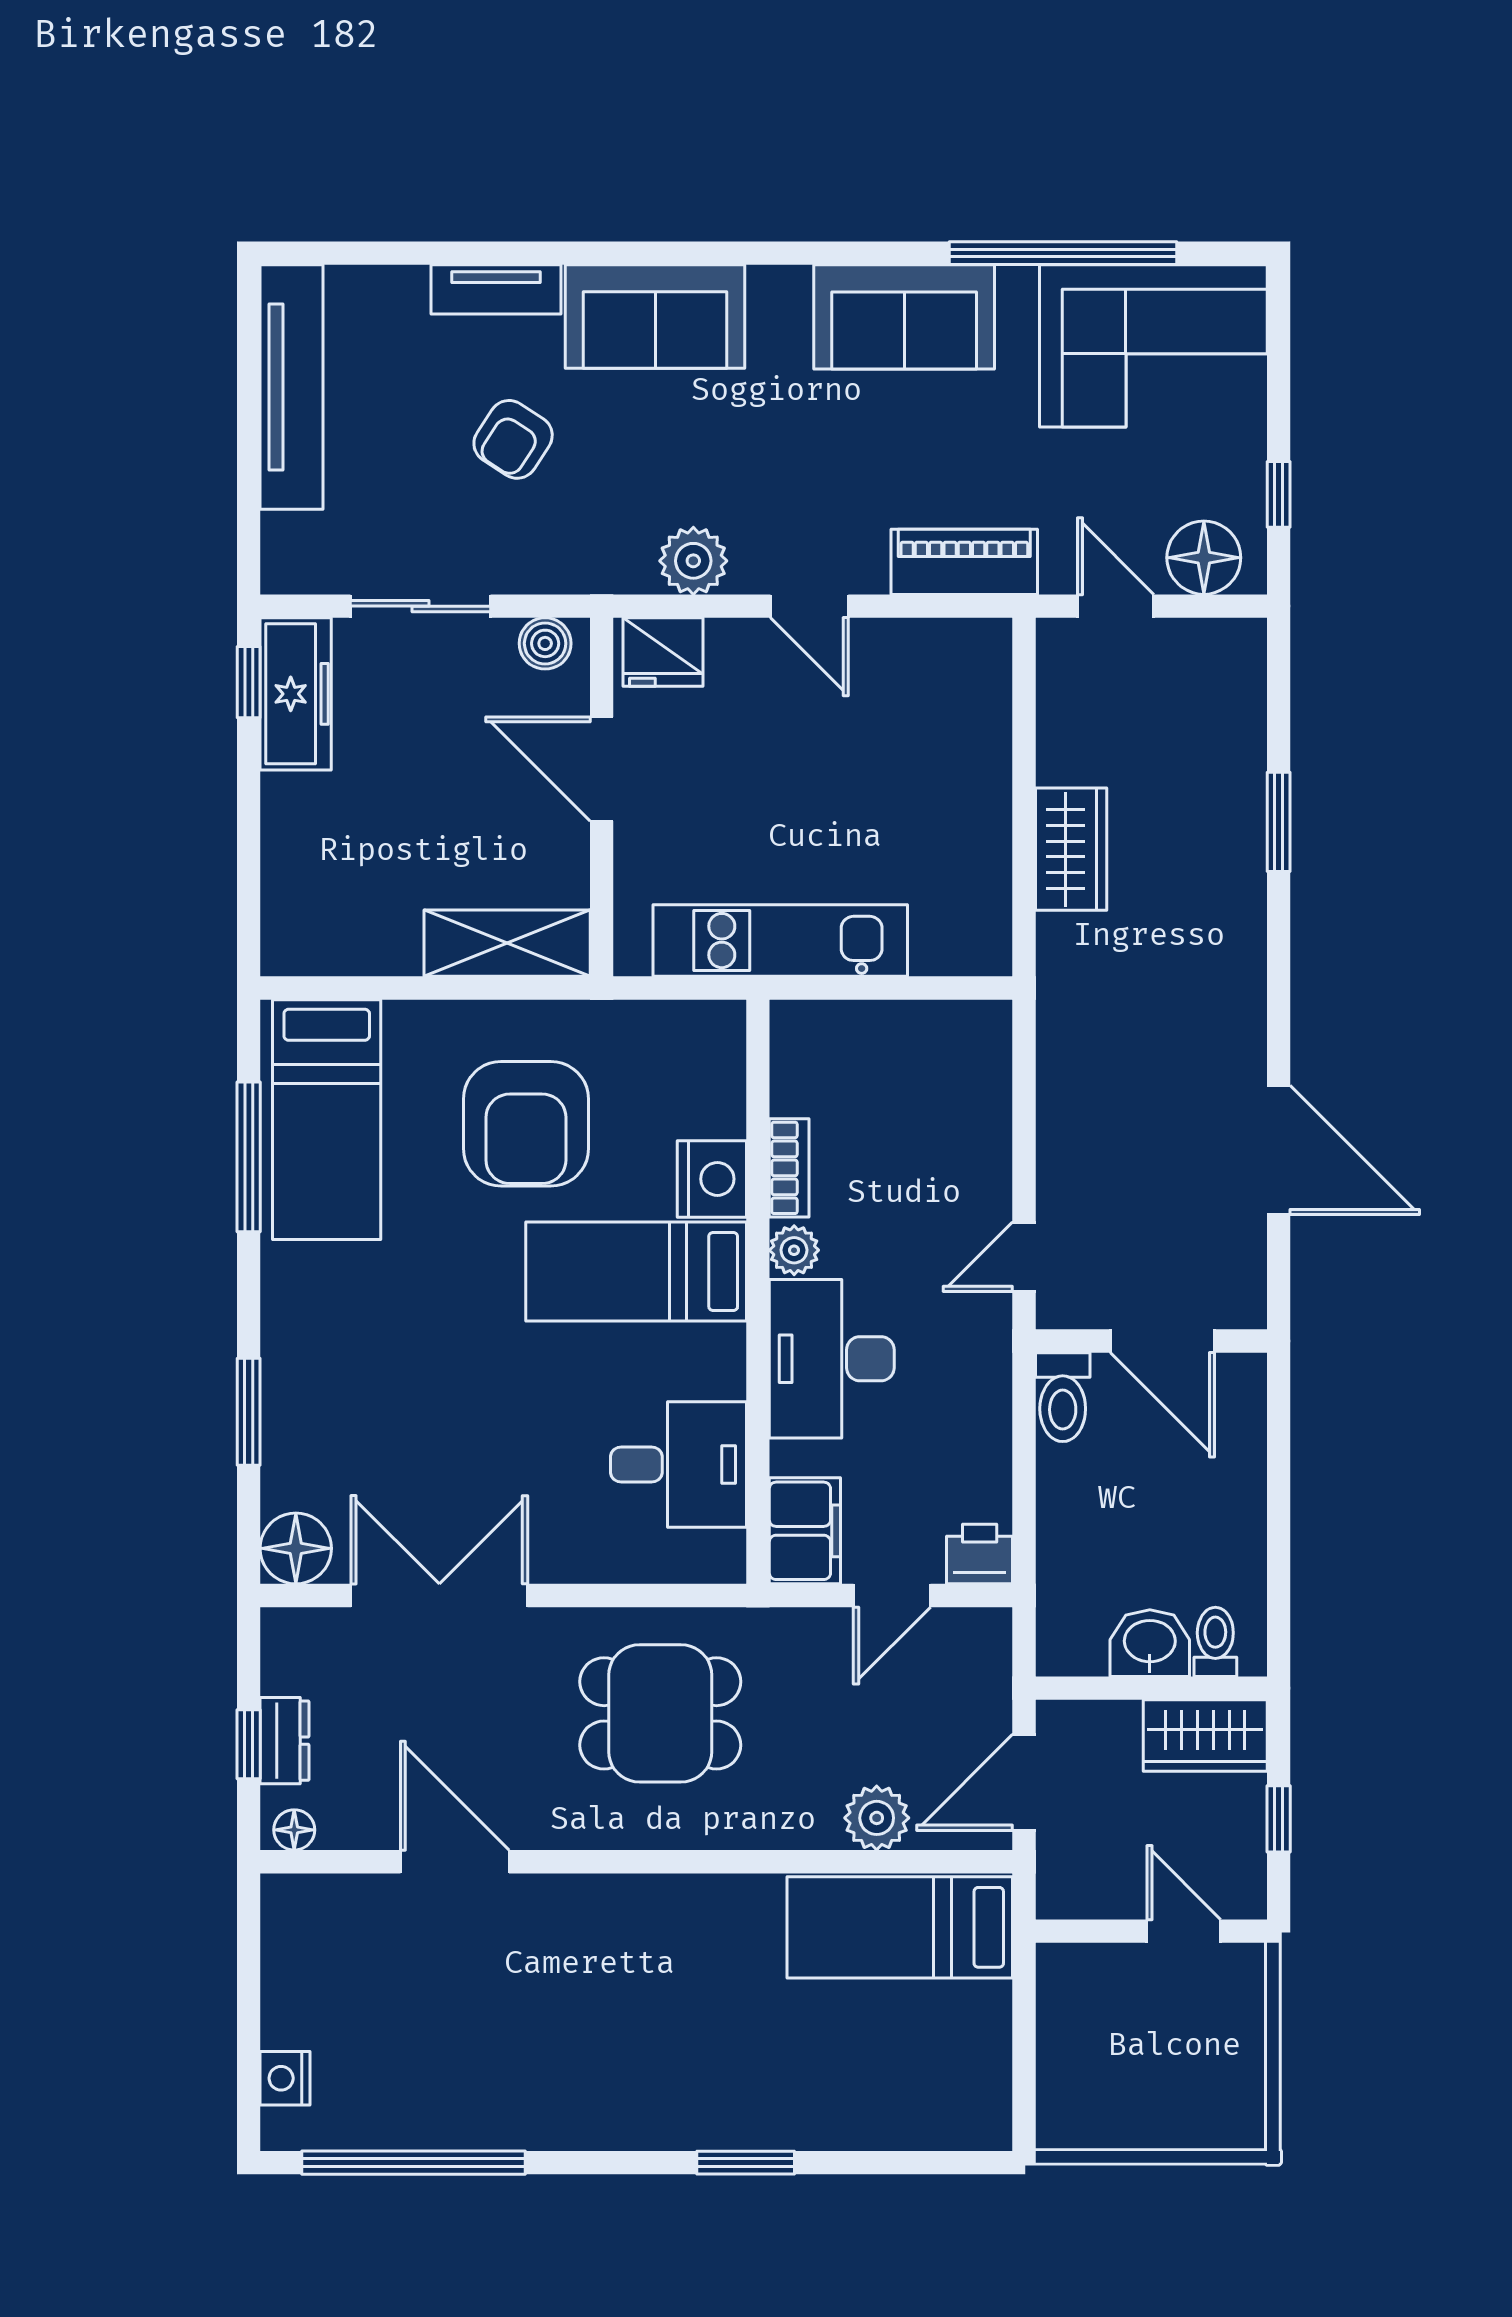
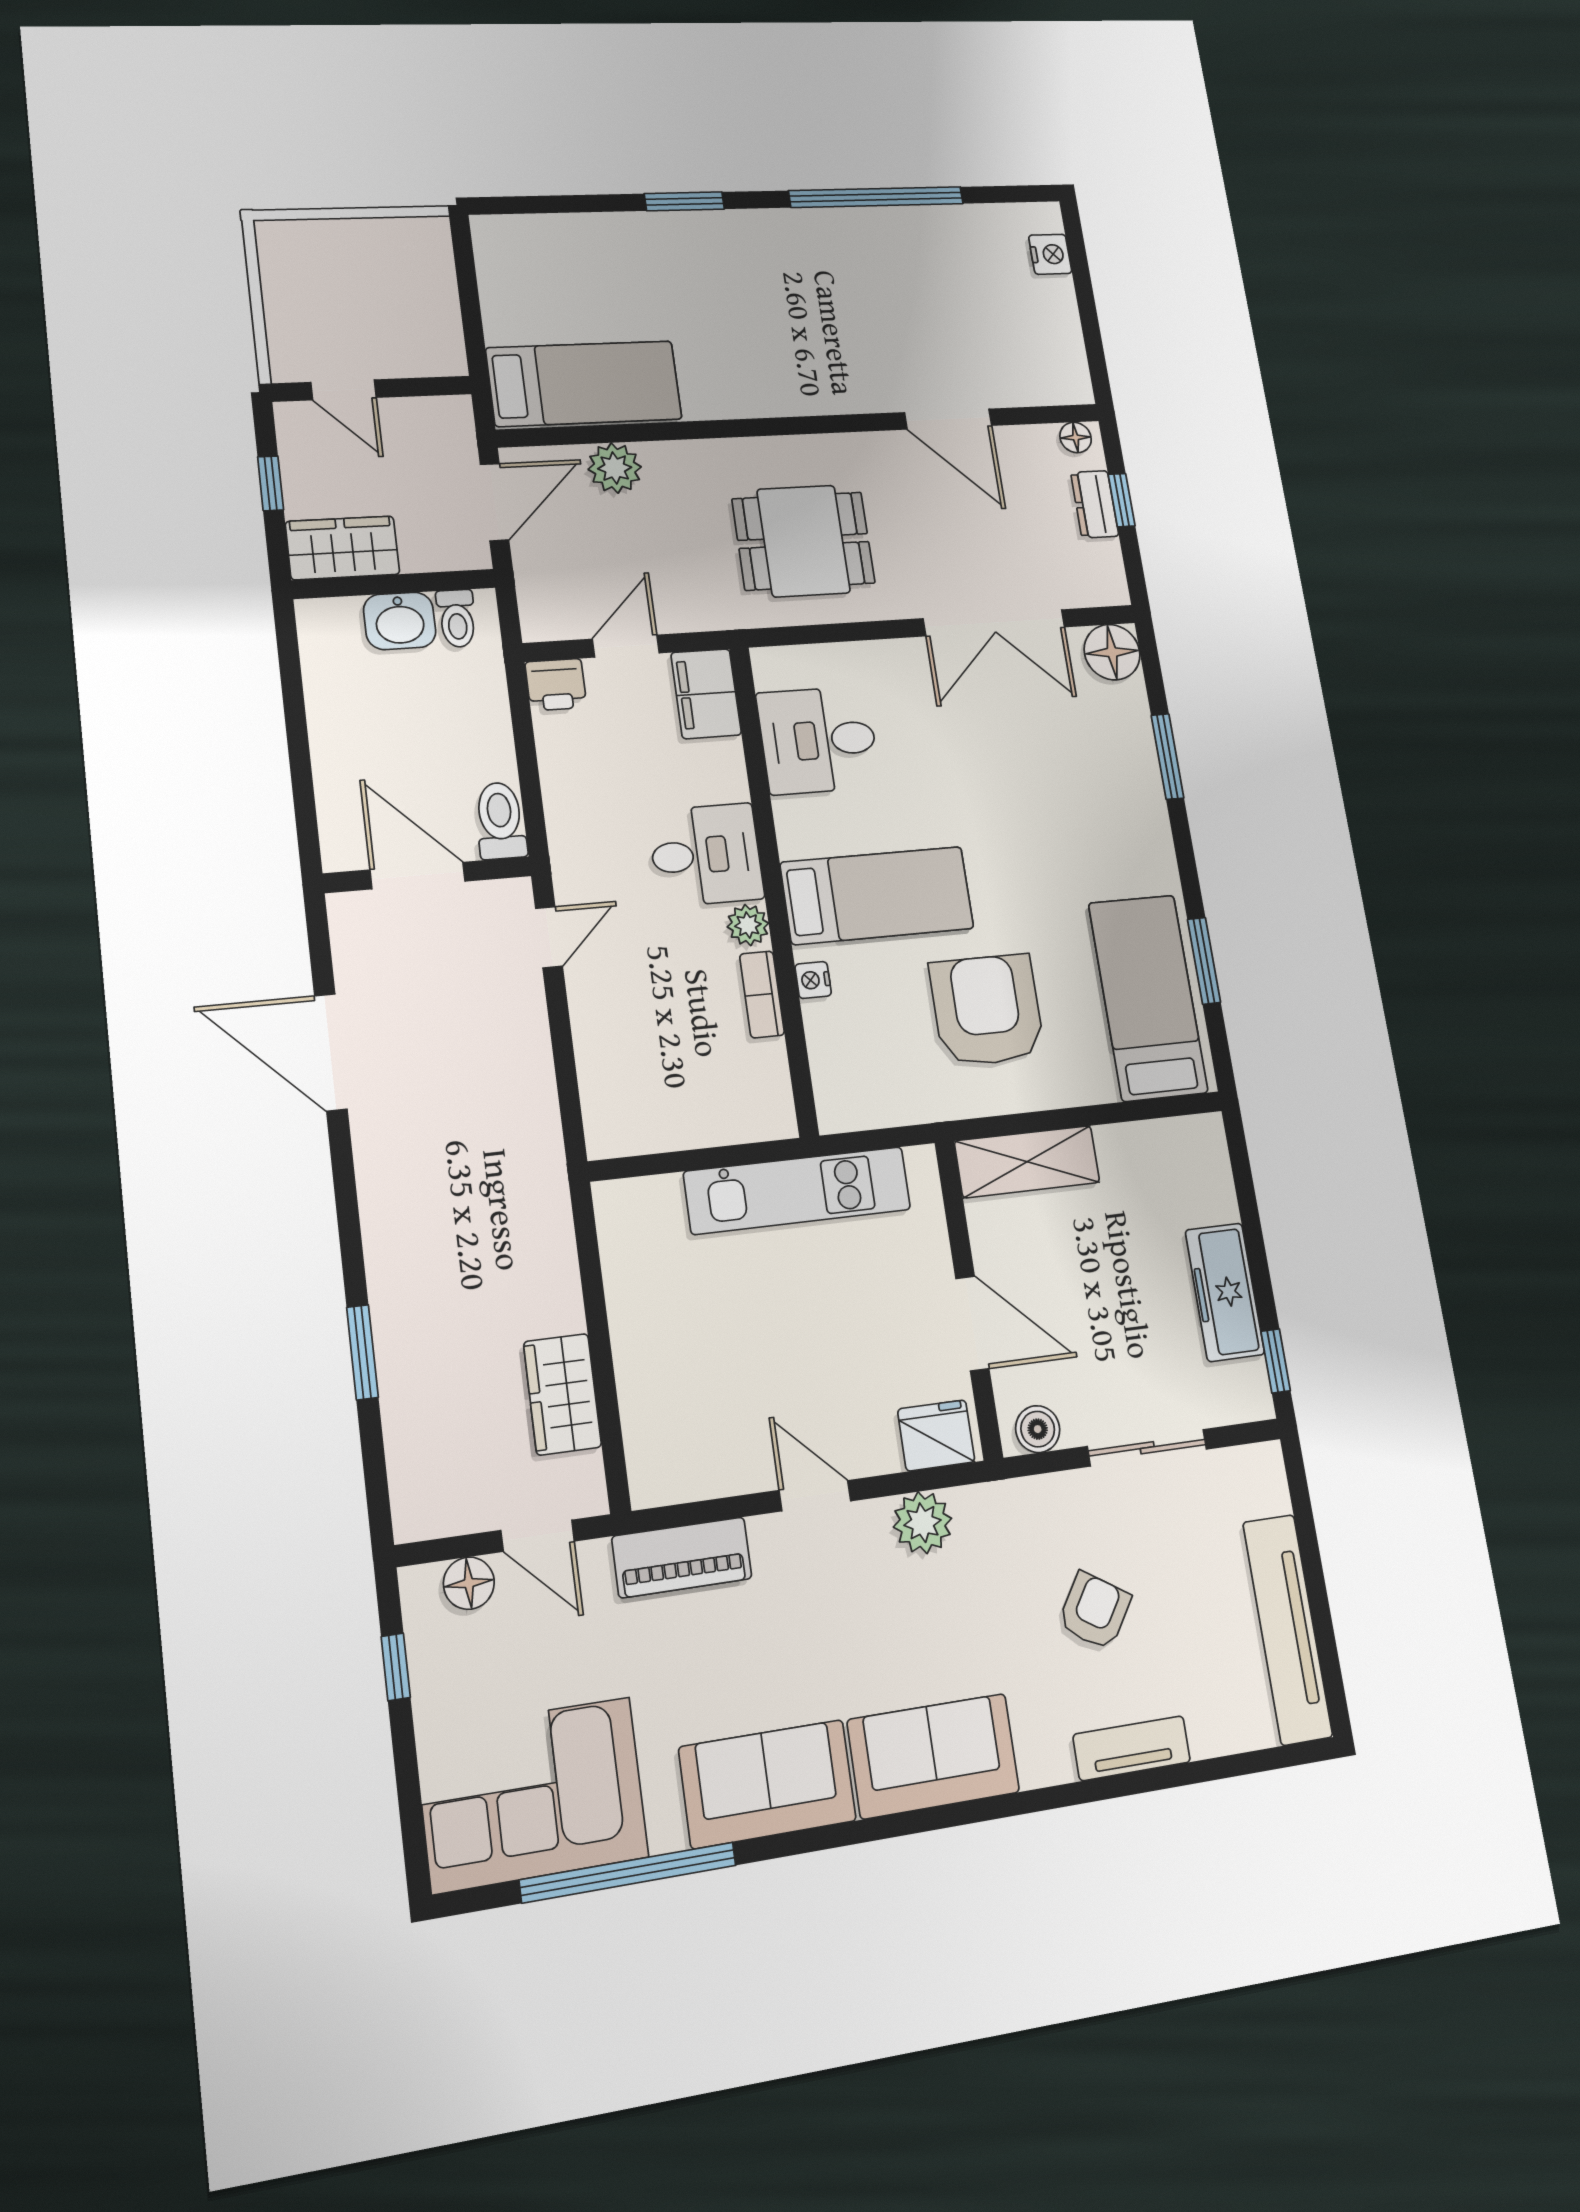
sofa: (655, 316) -> (933, 1756), moved
floor lamp: (1204, 558) -> (469, 1583), width x0.73, depth x0.73
freezer: (296, 694) -> (1225, 1292), moved
wardrobe: (1071, 849) -> (562, 1394), moved
window: (249, 1157) -> (1204, 961), width x0.69
nightstand: (712, 1179) -> (813, 980), width x0.53, depth x0.56
desk: (832, 1359) -> (706, 855), width x0.73
toilet: (1215, 1642) -> (457, 618), moved
window: (413, 2163) -> (876, 197), moved

